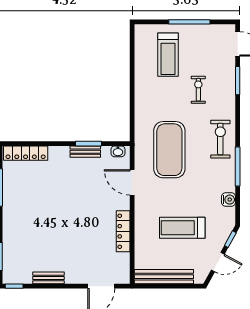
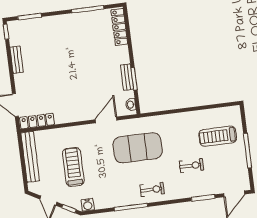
exercise bike: (220, 139) -> (152, 189), width x0.73, depth x0.72
water cooler: (229, 200) -> (88, 205), moved
locker: (123, 231) -> (37, 121), moved

